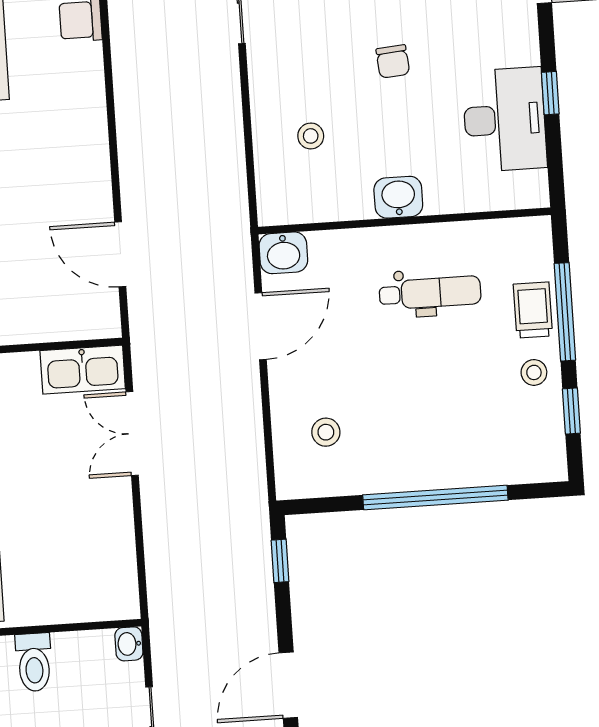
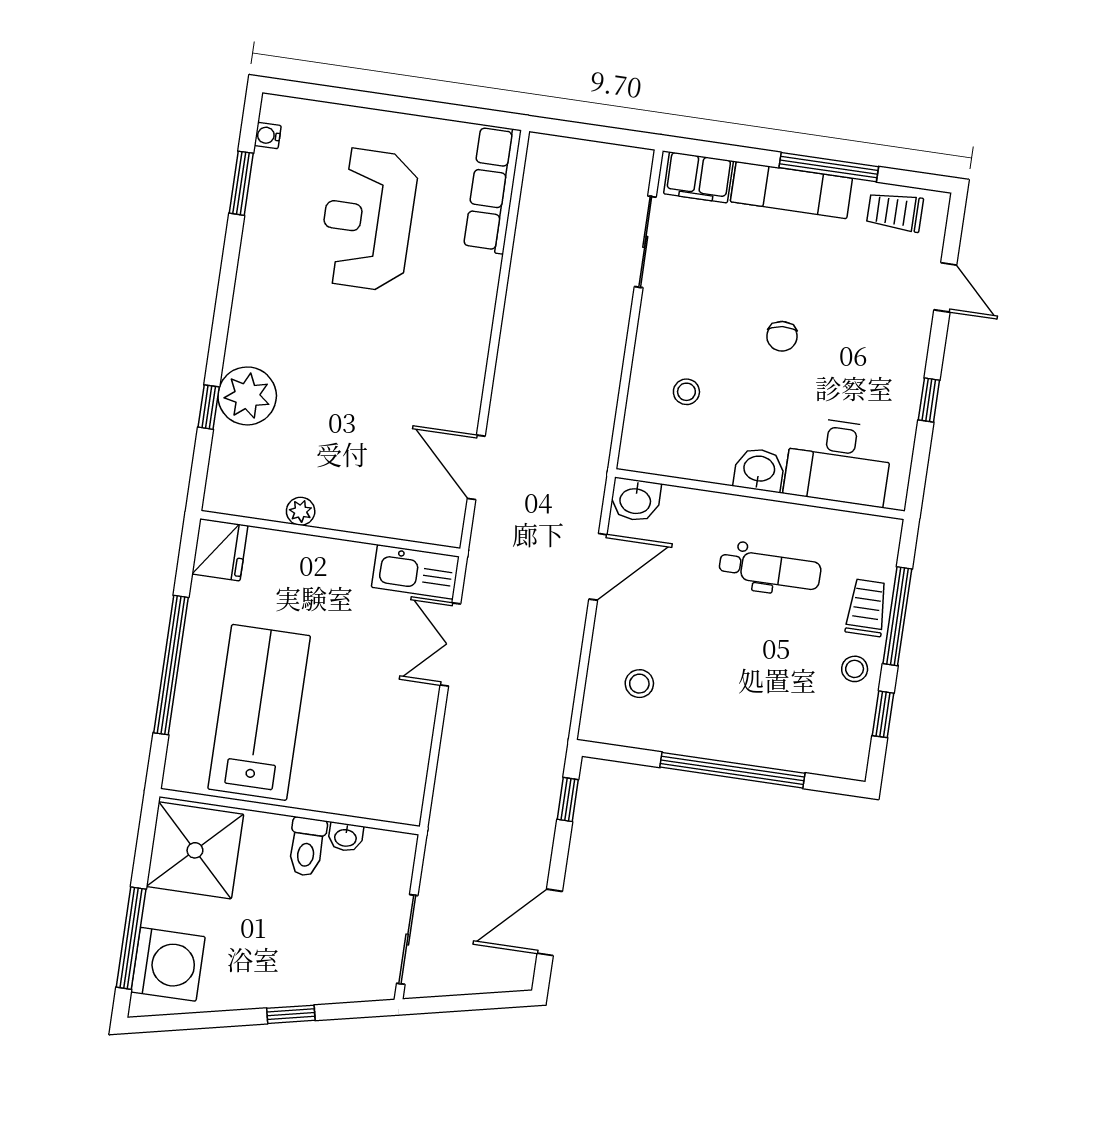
desk: (505, 120) -> (838, 462), moved, turned 90
washbasin: (129, 644) -> (346, 837), moved, turned -90

